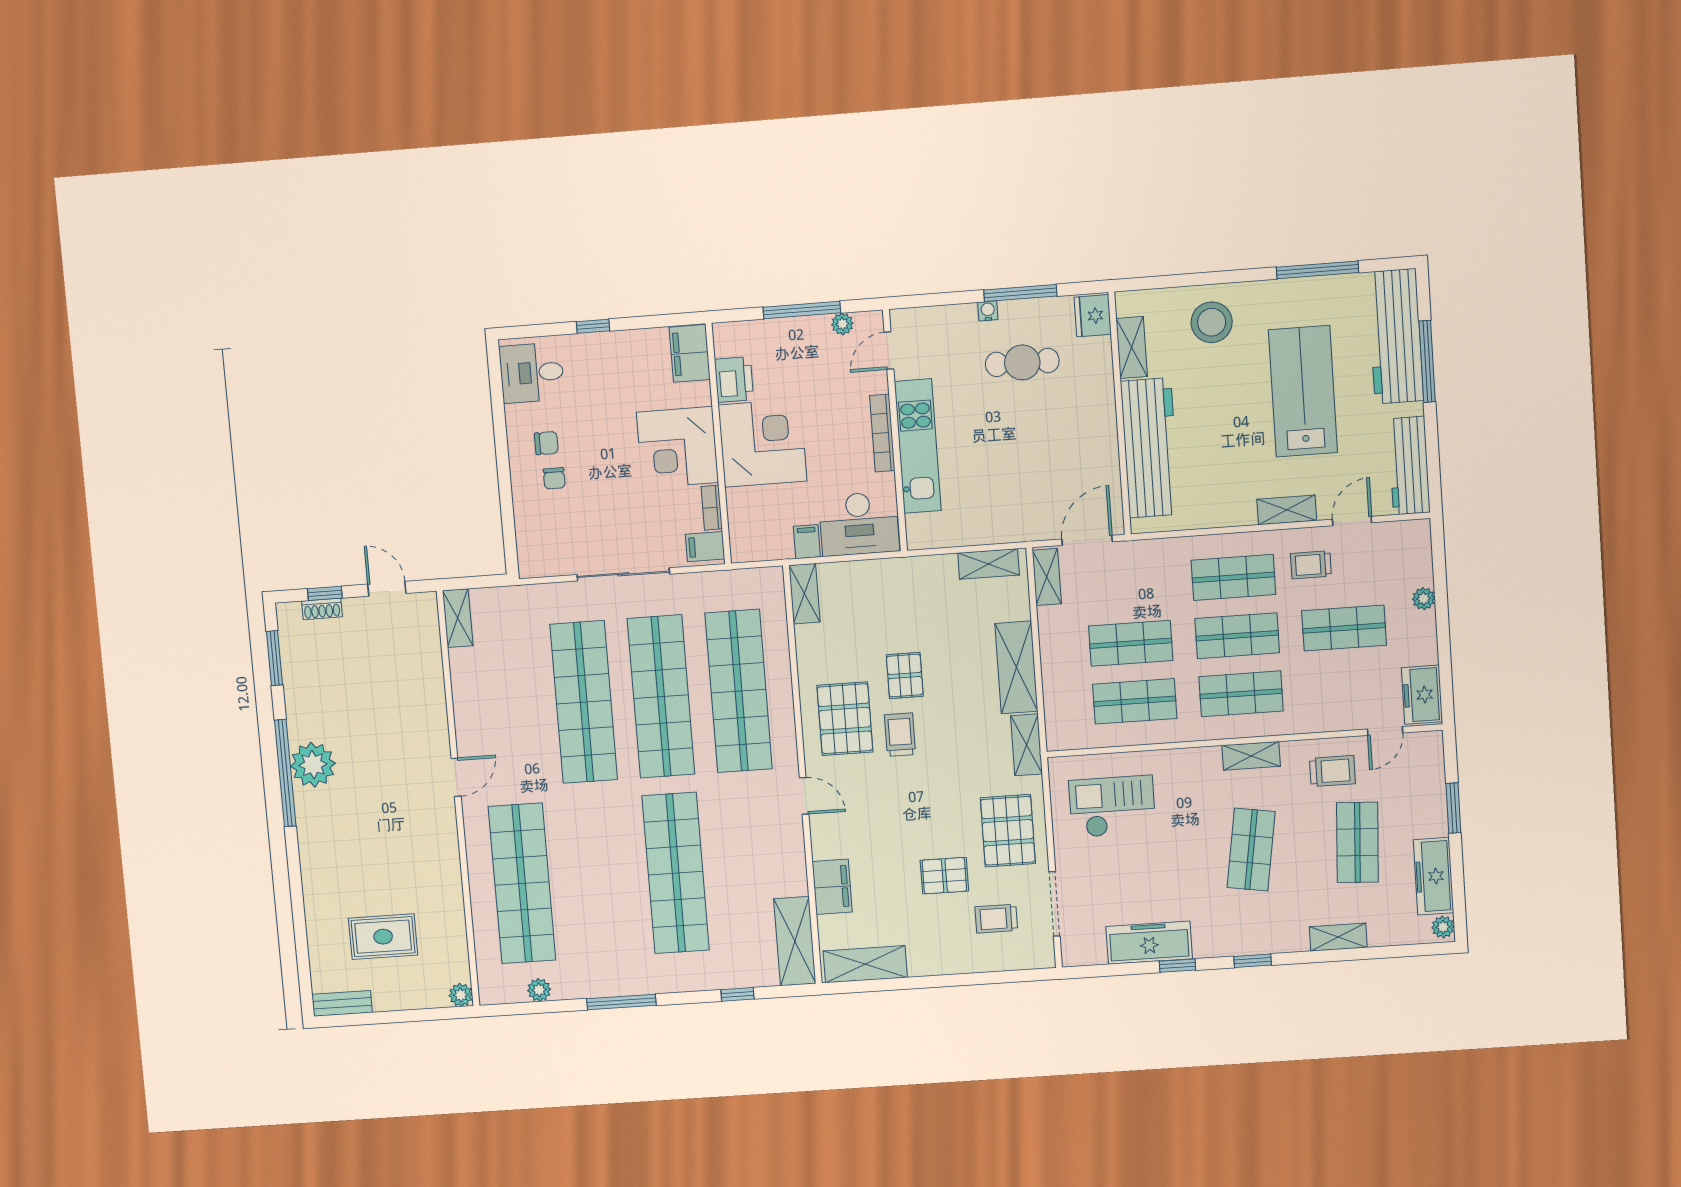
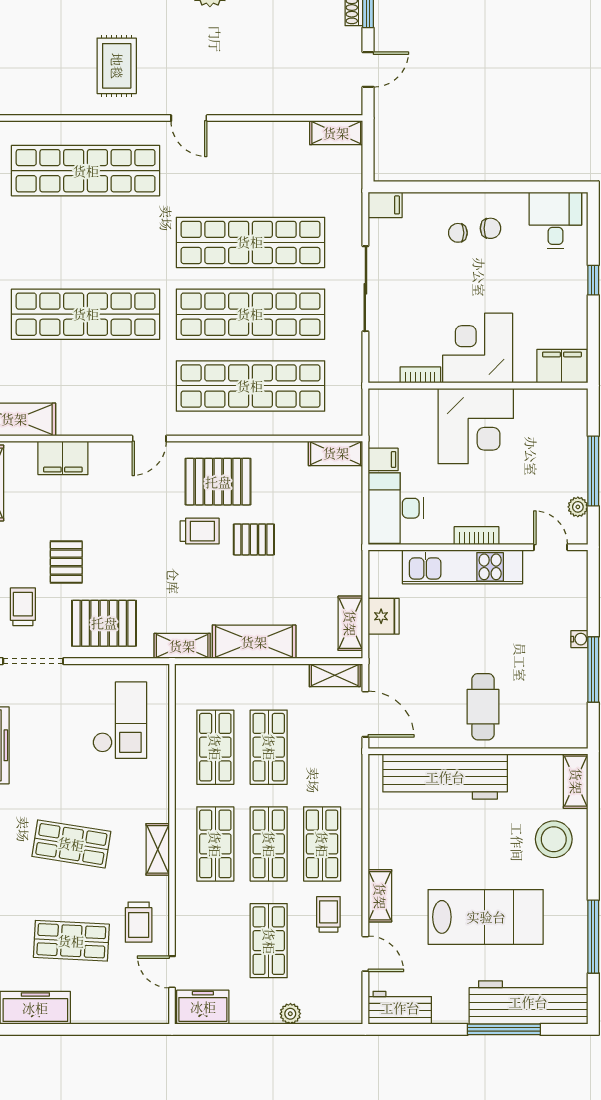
fridge: (1093, 316) -> (384, 616), moved, turned 90
shelving: (1132, 347) -> (576, 781), moved, turned 90
cafe table: (1022, 362) -> (483, 707), moved
printer: (734, 379) -> (535, 405), removed
bookcase: (882, 433) -> (477, 536), width x0.64
chair: (546, 443) -> (491, 228), turned -90
workbench: (1409, 466) -> (400, 1008), width x0.73
filing cabinet: (705, 547) -> (385, 205), moved, turned 90
window: (1453, 808) -> (97, 1029), removed
rug: (383, 937) -> (117, 66), moved

